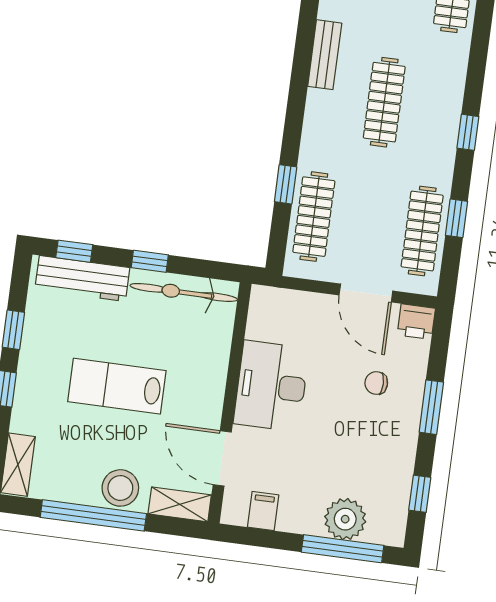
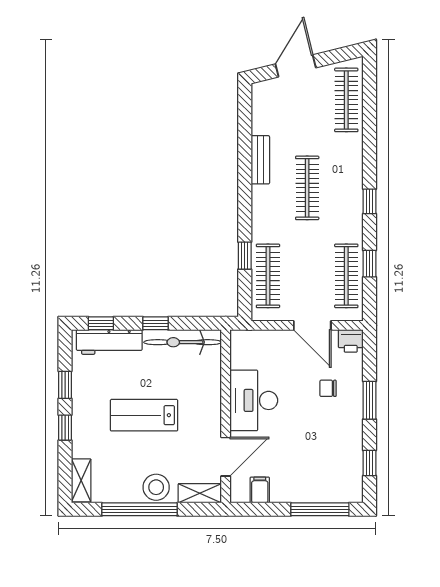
door: (222, 458) -> (226, 457), swing flipped
plant: (345, 519) -> (319, 488), removed

